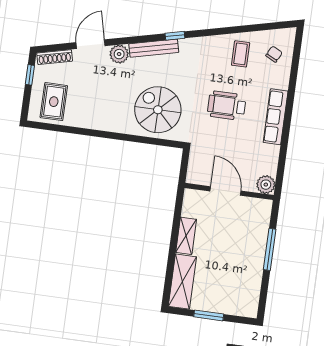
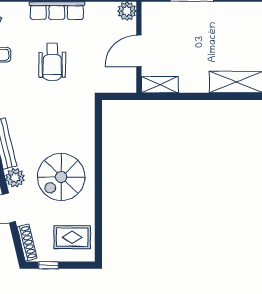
spiral stairs: (158, 110) -> (61, 177), moved
shelving: (186, 236) -> (160, 85), moved

